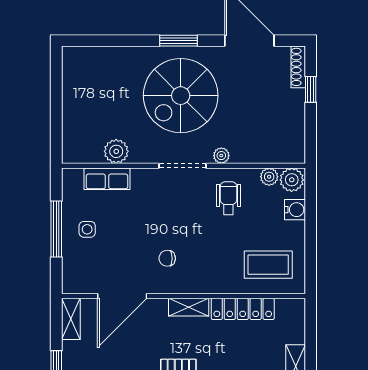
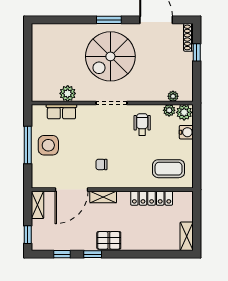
plant: (221, 156) -> (173, 96), moved
side table: (87, 229) -> (48, 145), width x1.87, depth x1.87
shelving: (189, 307) -> (103, 197), moved

